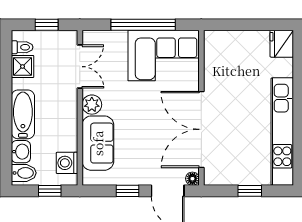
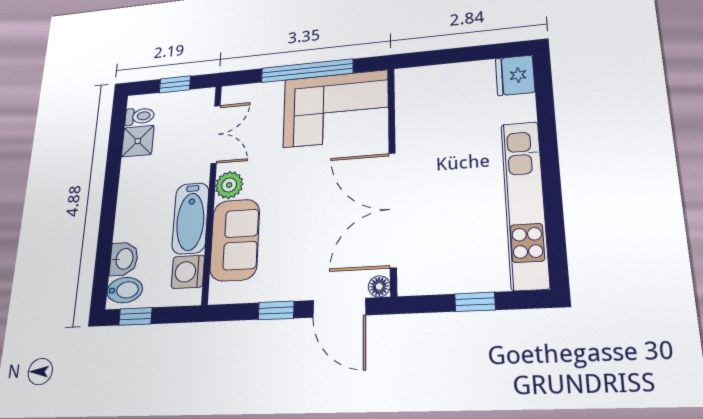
bathtub: (23, 114) -> (191, 218), moved, turned 180
window: (50, 191) -> (135, 316), moved

